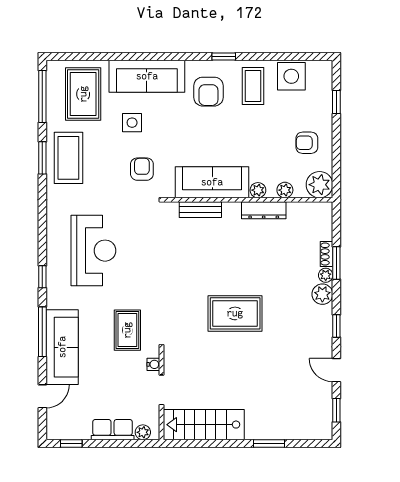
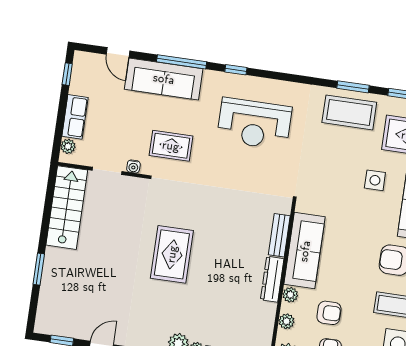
armchair: (142, 169) -> (329, 313), moved
dresser: (264, 210) -> (272, 279), moved

